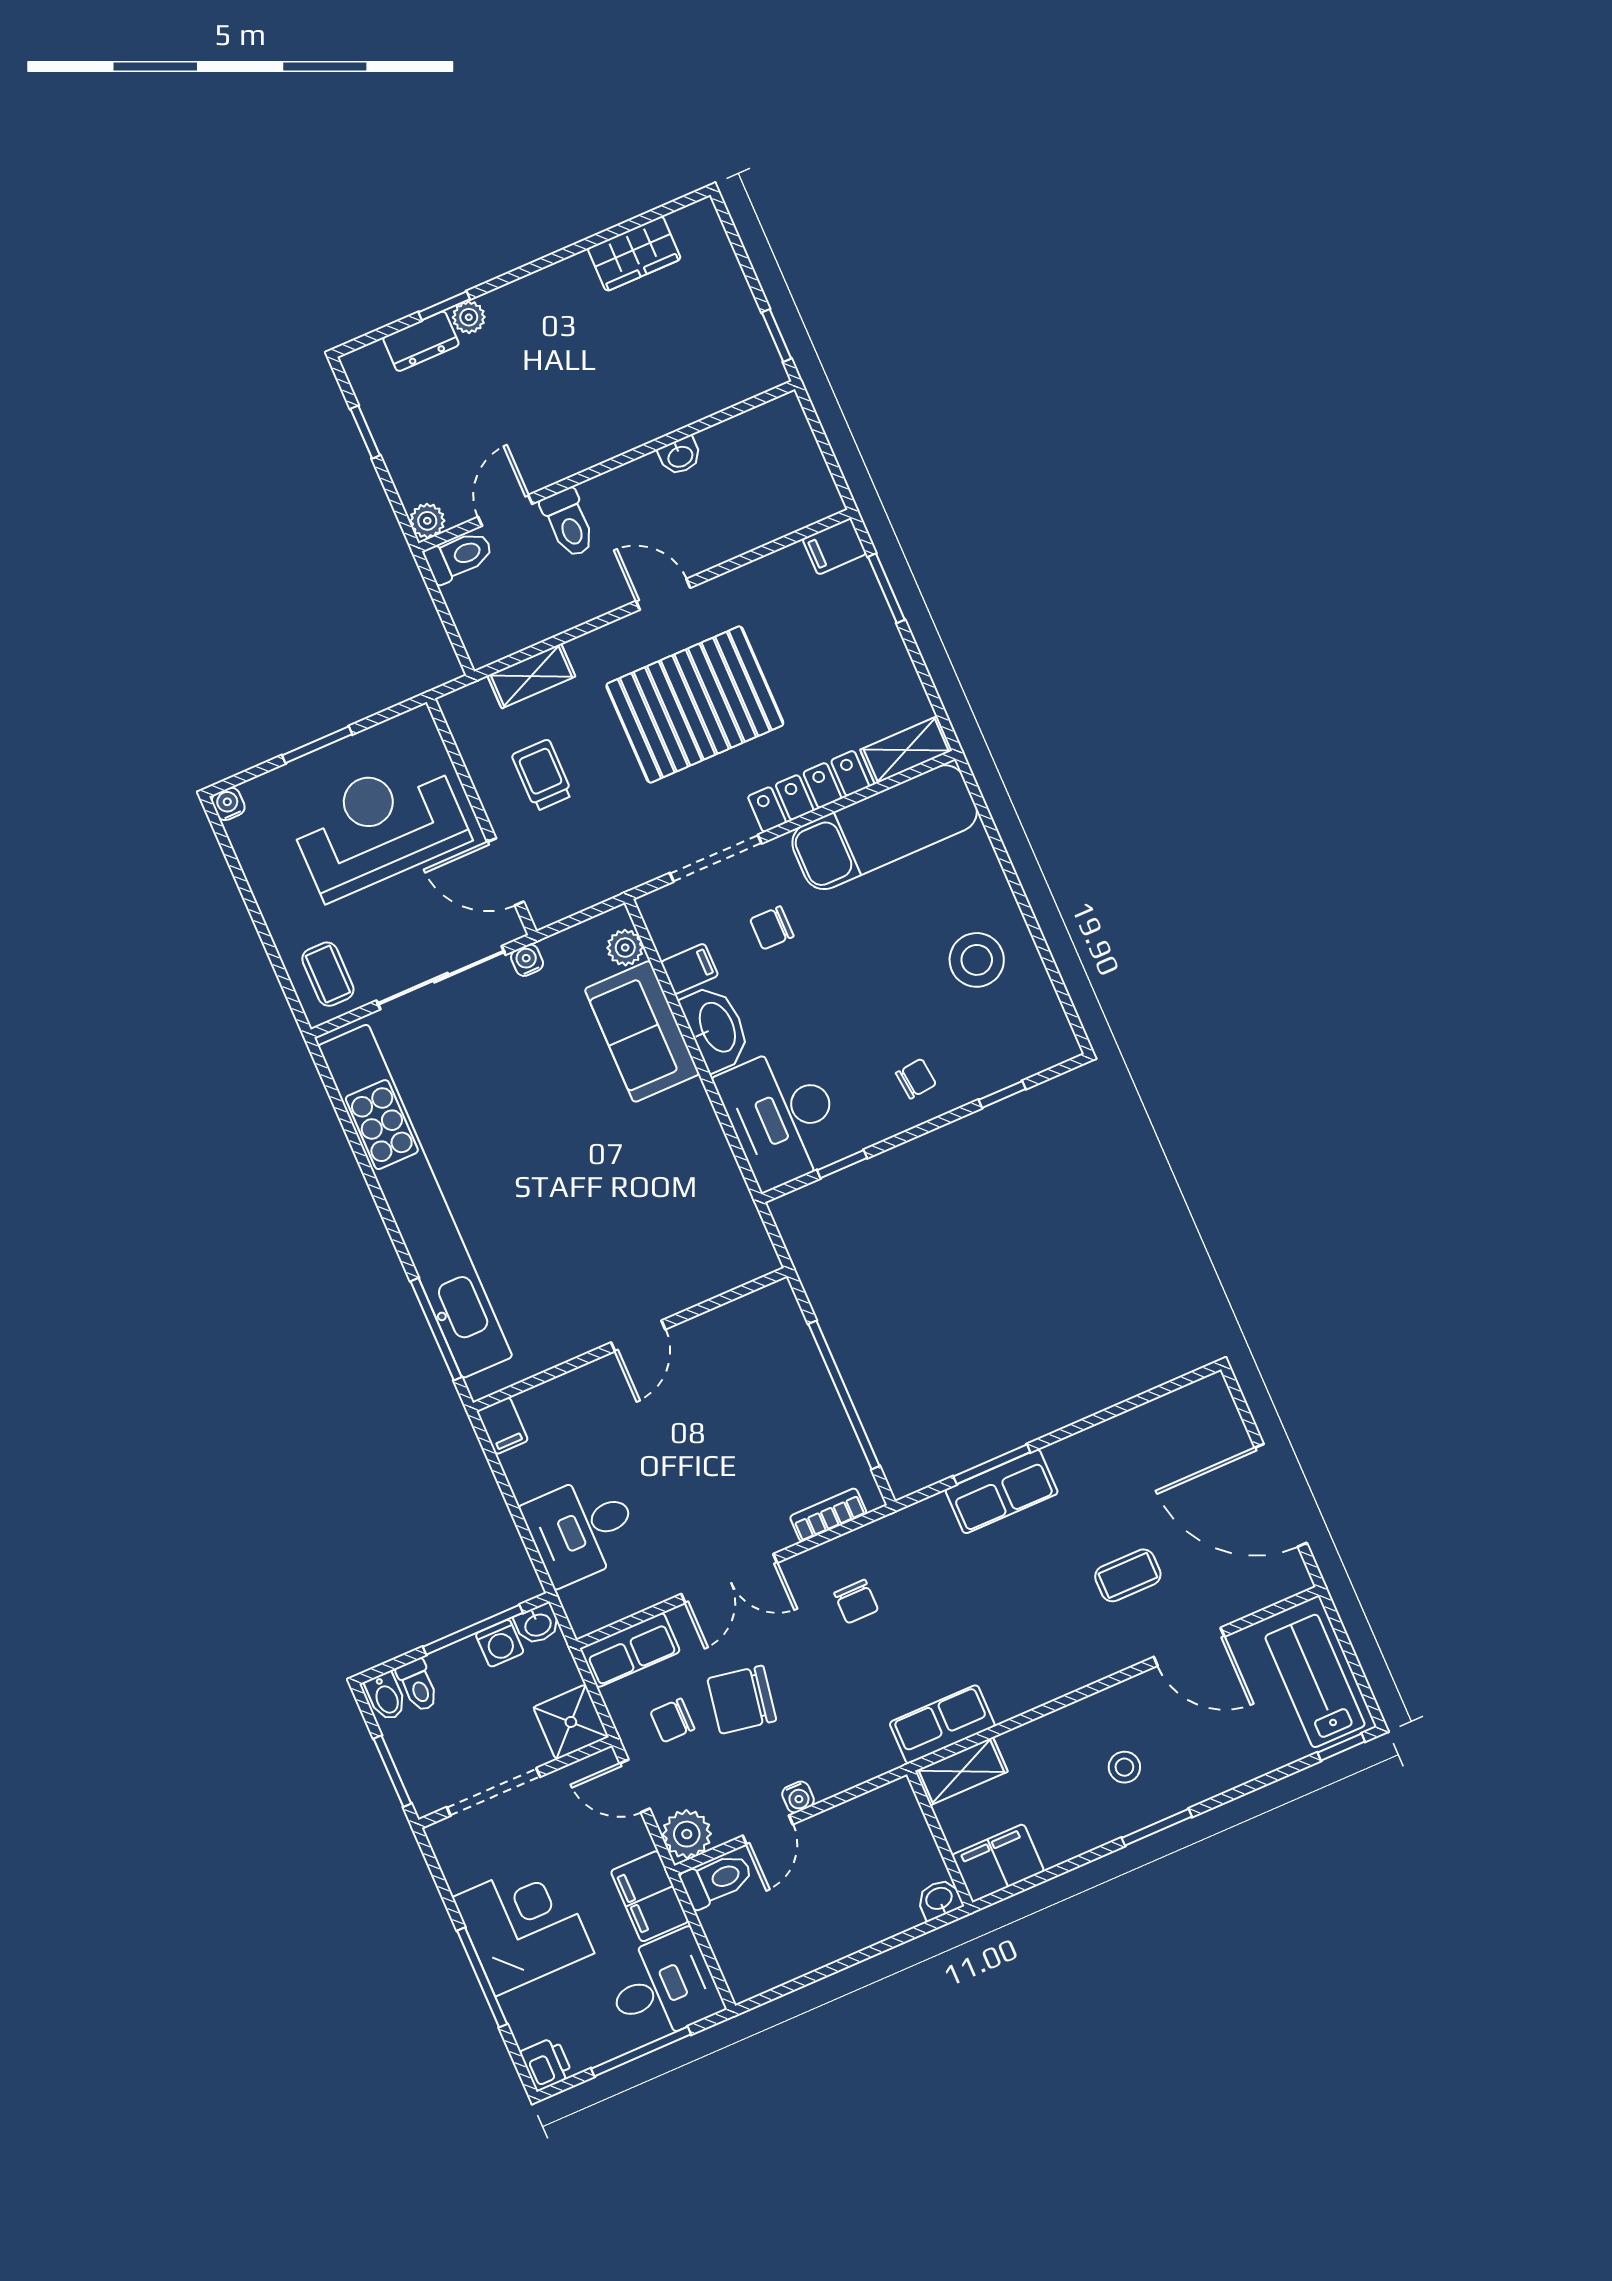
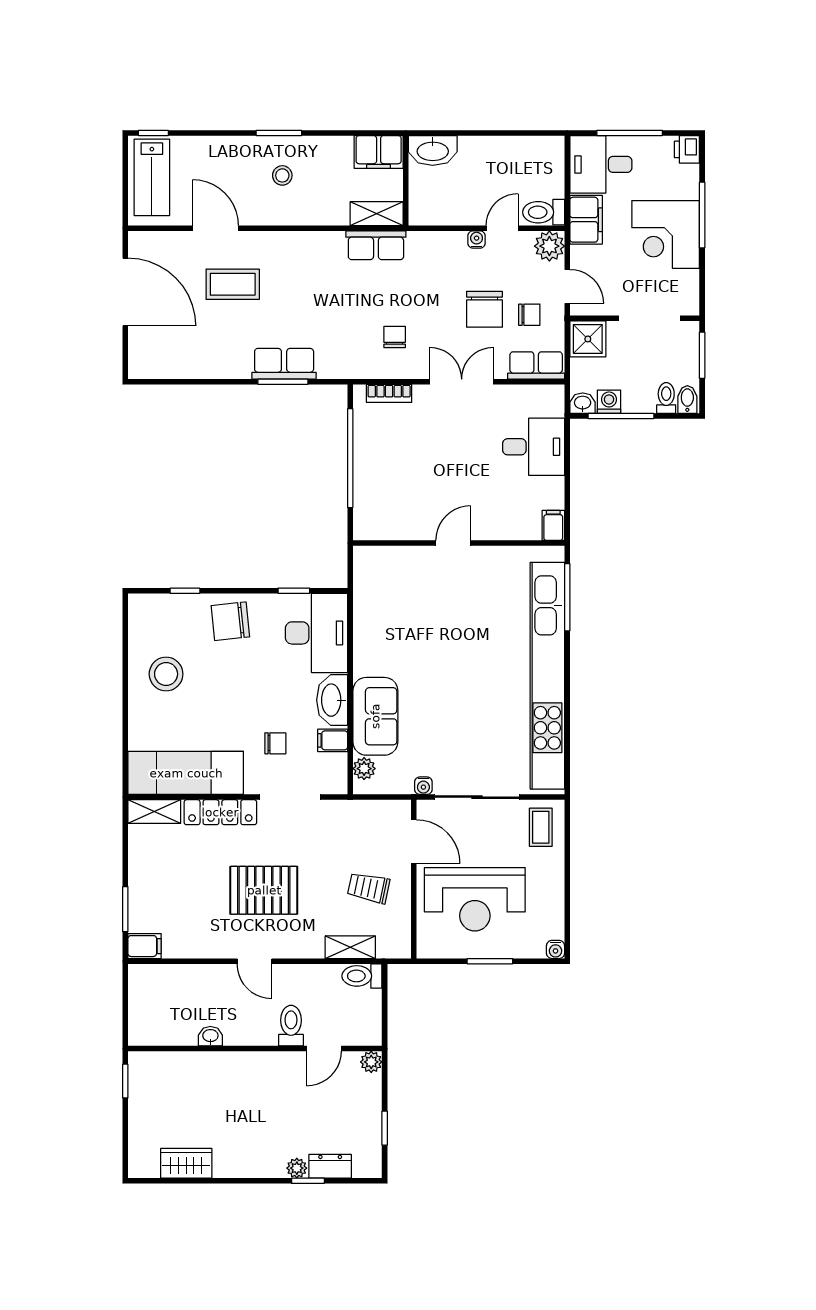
toilet: (459, 556) -> (362, 976), moved
pallet: (695, 705) -> (264, 890), width x0.73, depth x0.71
trolley: (542, 775) -> (369, 888), turned 102
chair: (916, 1079) -> (230, 621), width x1.87, depth x1.87
coffee table: (1128, 1575) -> (233, 284), width x1.36, depth x1.30
chair: (742, 1700) -> (484, 309), turned 80
washbasin: (939, 1899) -> (433, 150), width x1.91, depth x1.45

